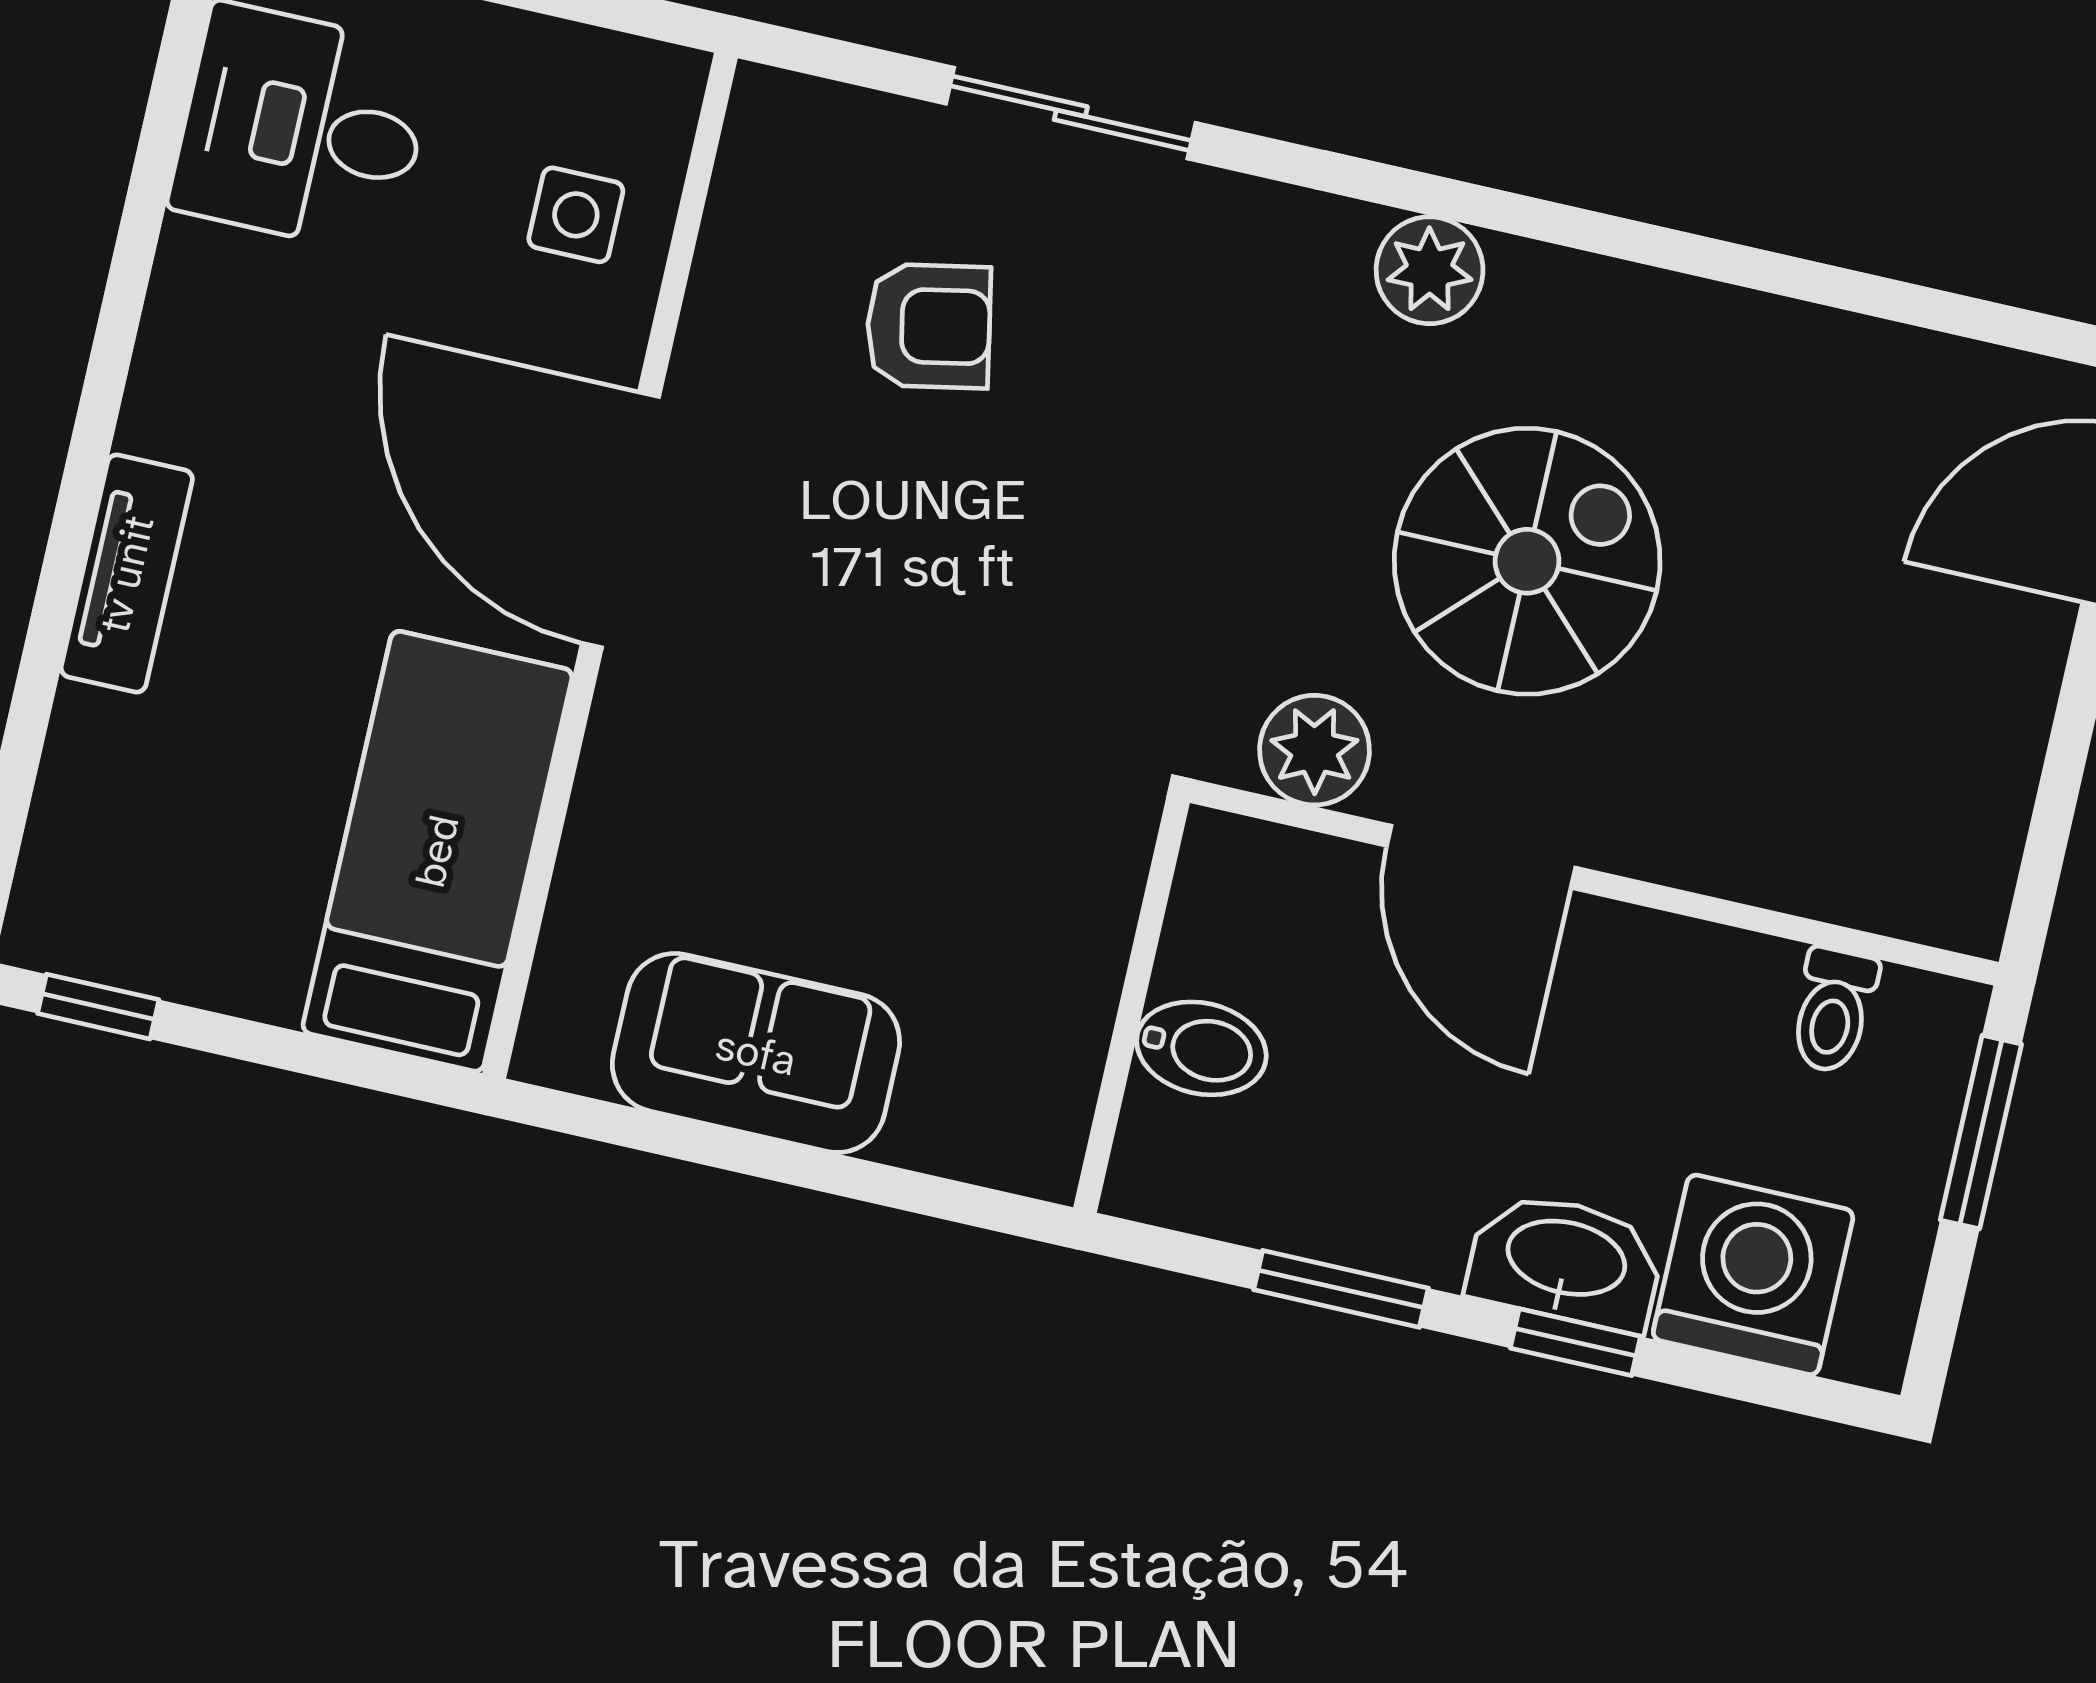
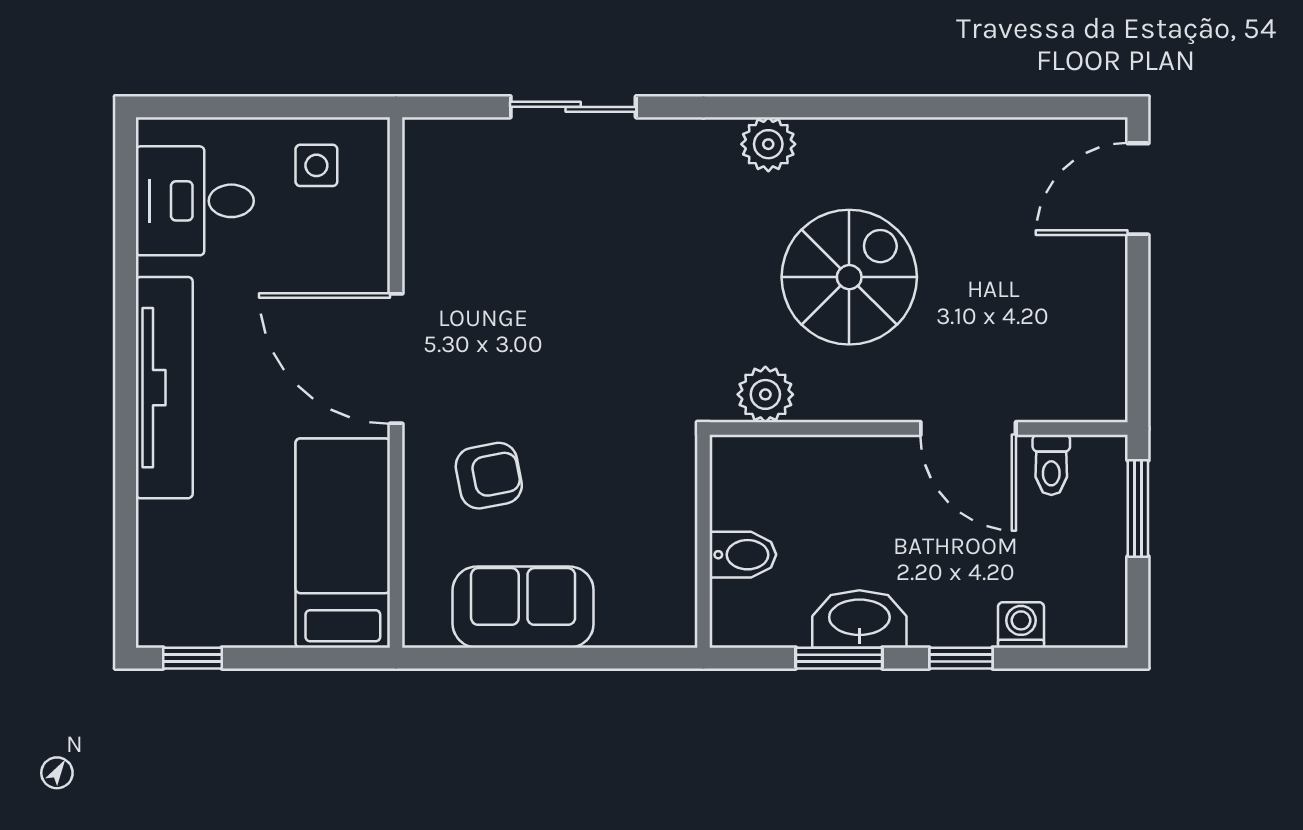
side table: (576, 215) -> (316, 165), moved
armchair: (929, 326) -> (489, 476), moved
tv unit: (127, 574) -> (164, 388), width x1.92, depth x1.29
door: (1481, 857) -> (968, 428), moved
washbasin: (1566, 1261) -> (859, 619), moved
washing machine: (1753, 1275) -> (1021, 625), width x0.53, depth x0.53

